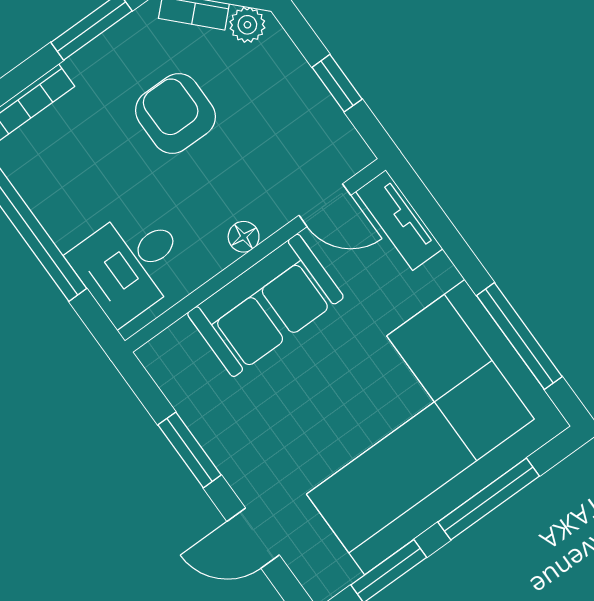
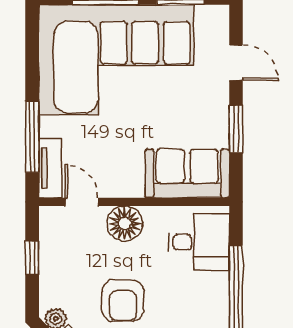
floor lamp: (244, 237) -> (125, 224), width x1.89, depth x1.89
sofa: (265, 305) -> (187, 174), moved
window: (519, 336) -> (32, 137), moved

